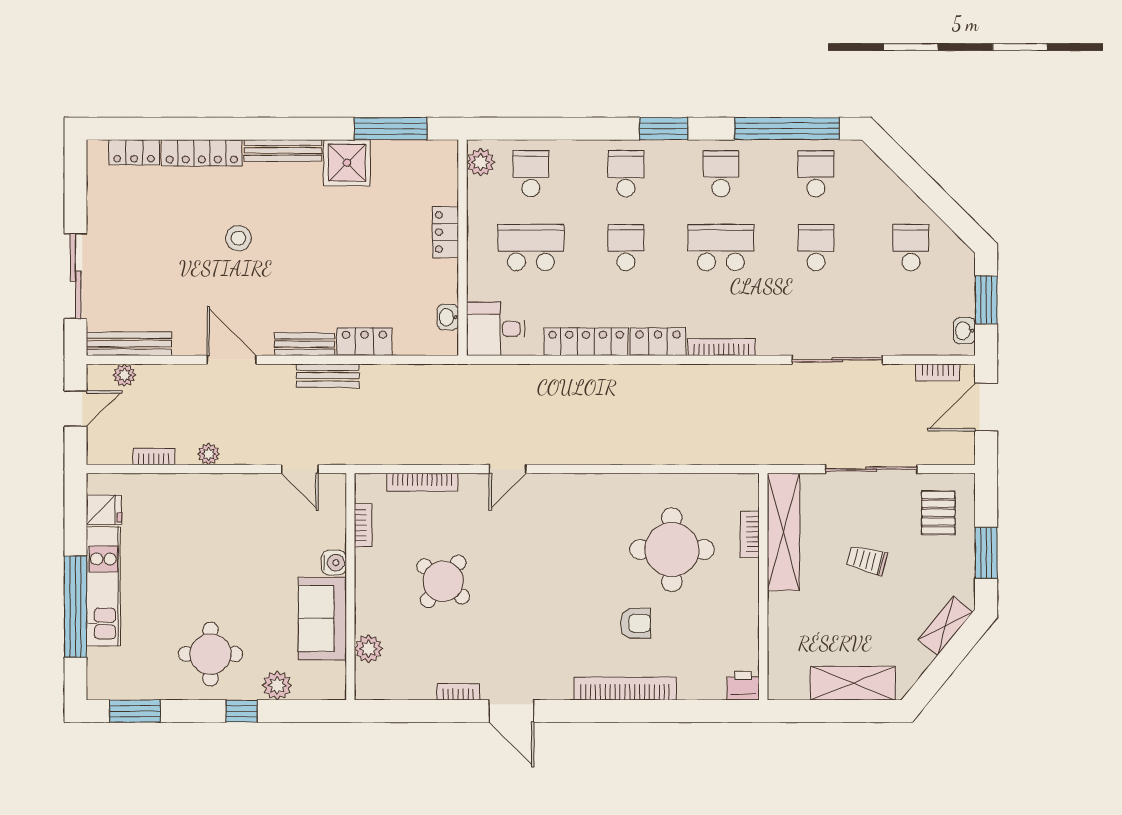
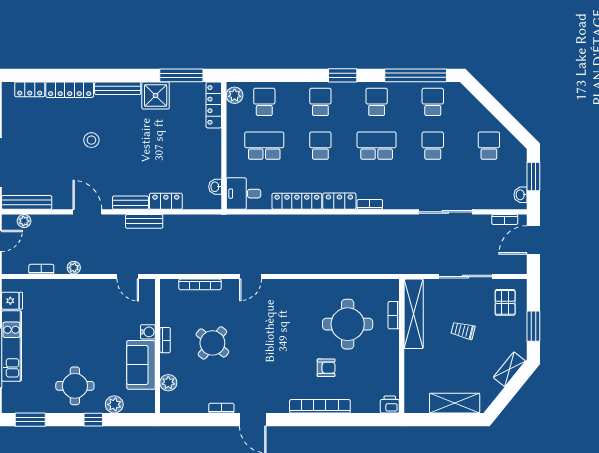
locker: (445, 232) -> (214, 105), moved, width x1.53
bookcase: (721, 347) -> (370, 204), width x0.64
bookcase: (363, 525) -> (165, 340), moved

